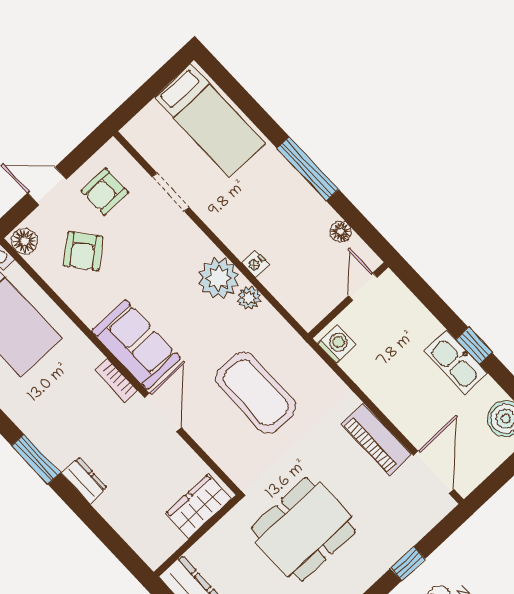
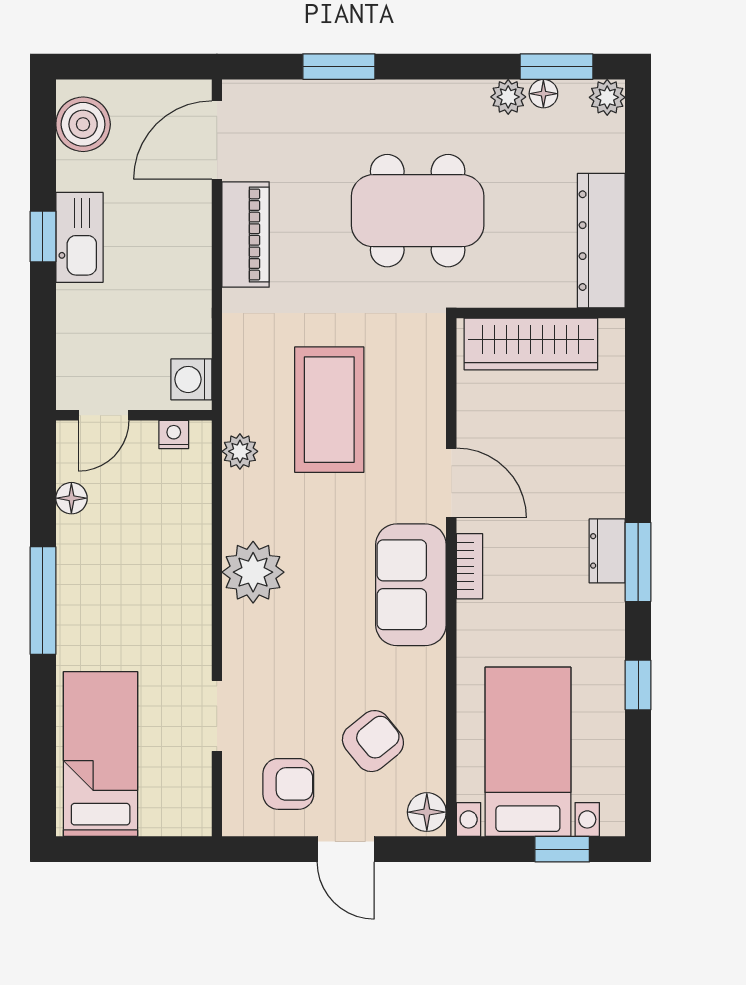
nightstand: (255, 264) -> (174, 434), moved, turned -90
plant: (249, 298) -> (240, 451), moved
door: (163, 412) -> (451, 483), swing flipped
dresser: (84, 480) -> (607, 551), moved
wardrobe: (199, 506) -> (531, 344), width x1.50
window: (408, 564) -> (339, 67), width x1.50

